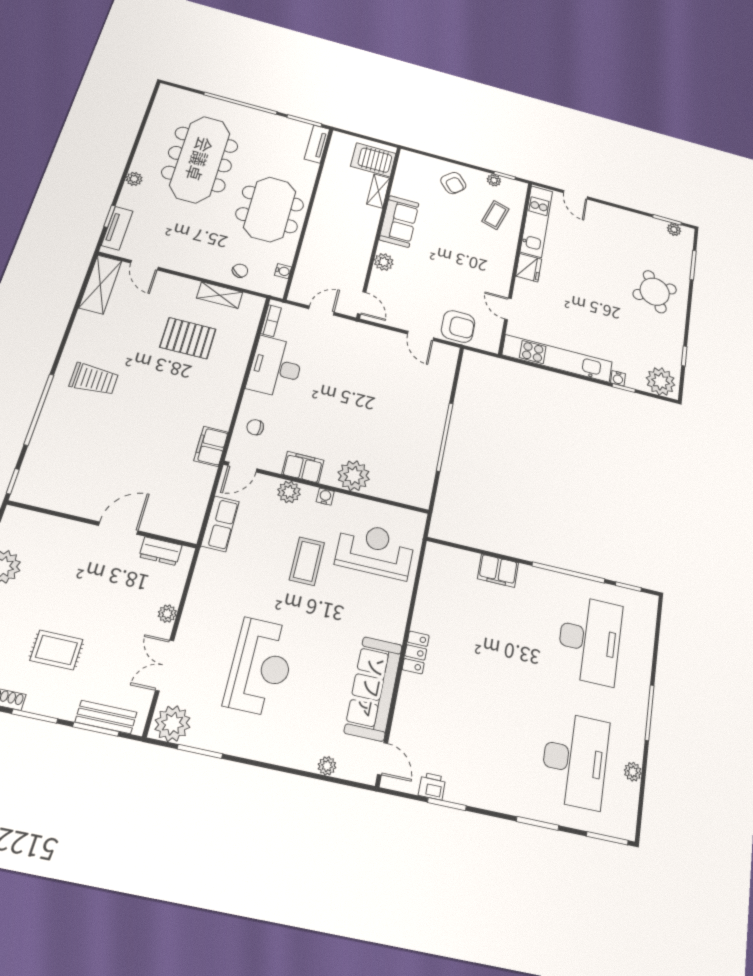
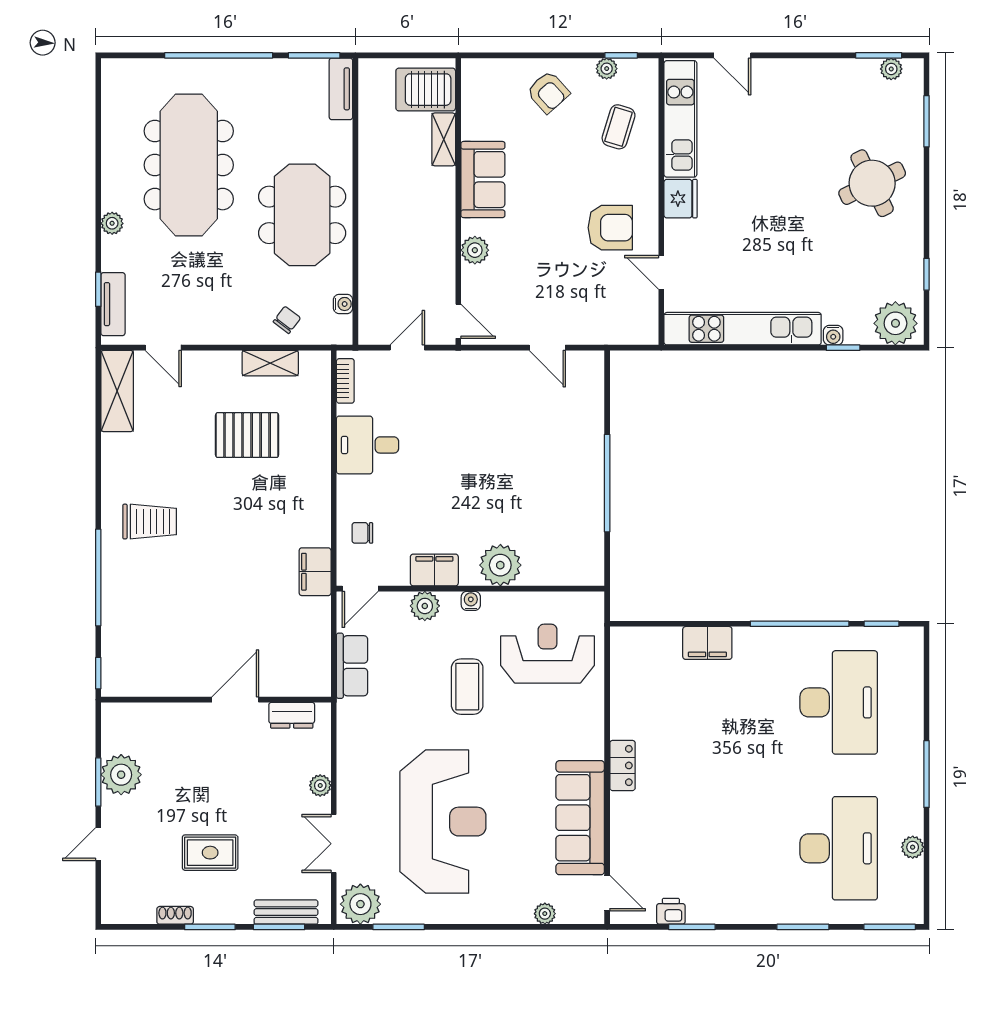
armchair: (458, 326) -> (610, 228), moved
desk: (276, 367) -> (368, 445), width x0.73
reception desk: (261, 667) -> (443, 822), width x1.36, depth x1.30

